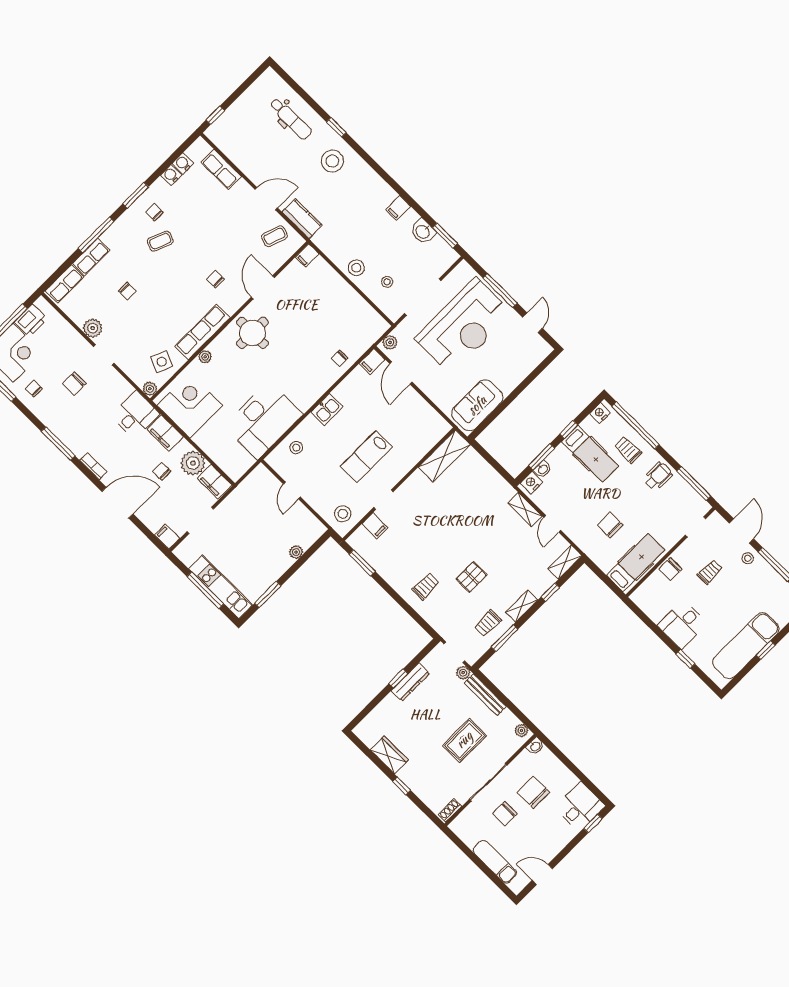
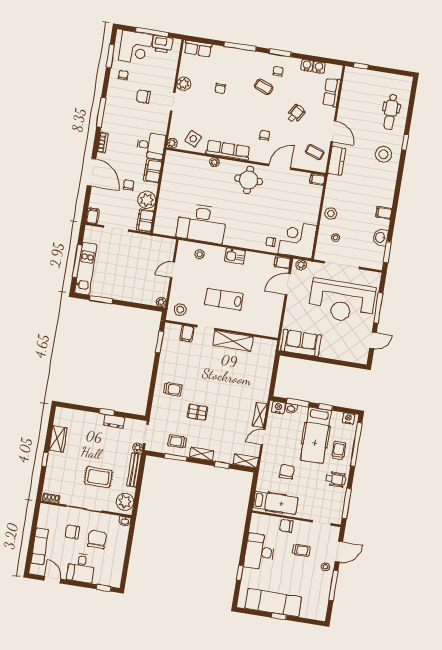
wheelchair: (216, 226) -> (296, 114), added
row of seats: (91, 257) -> (225, 53), removed
corner desk: (190, 405) -> (297, 240), moved, turned -90
hospital bed: (590, 454) -> (316, 435), width x1.37, depth x1.29
shelving: (444, 456) -> (233, 341), moved
plant: (296, 552) -> (161, 302), moved
desk: (682, 624) -> (260, 552), width x1.37
dresser: (410, 682) -> (114, 421), width x0.70
plant: (521, 731) -> (125, 502), width x1.88, depth x1.88
desk: (580, 807) -> (81, 568), moved, turned 90

